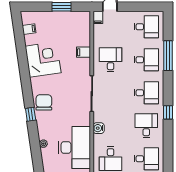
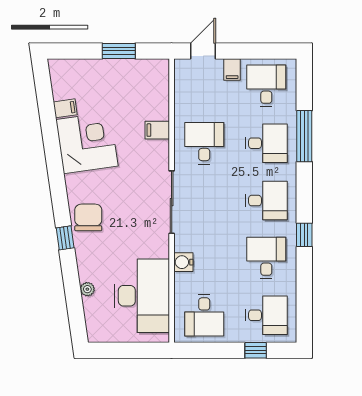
filing cabinet: (98, 17) -> (232, 69), moved
desk: (146, 27) -> (266, 86), turned -90
filing cabinet: (29, 29) -> (65, 108), moved

